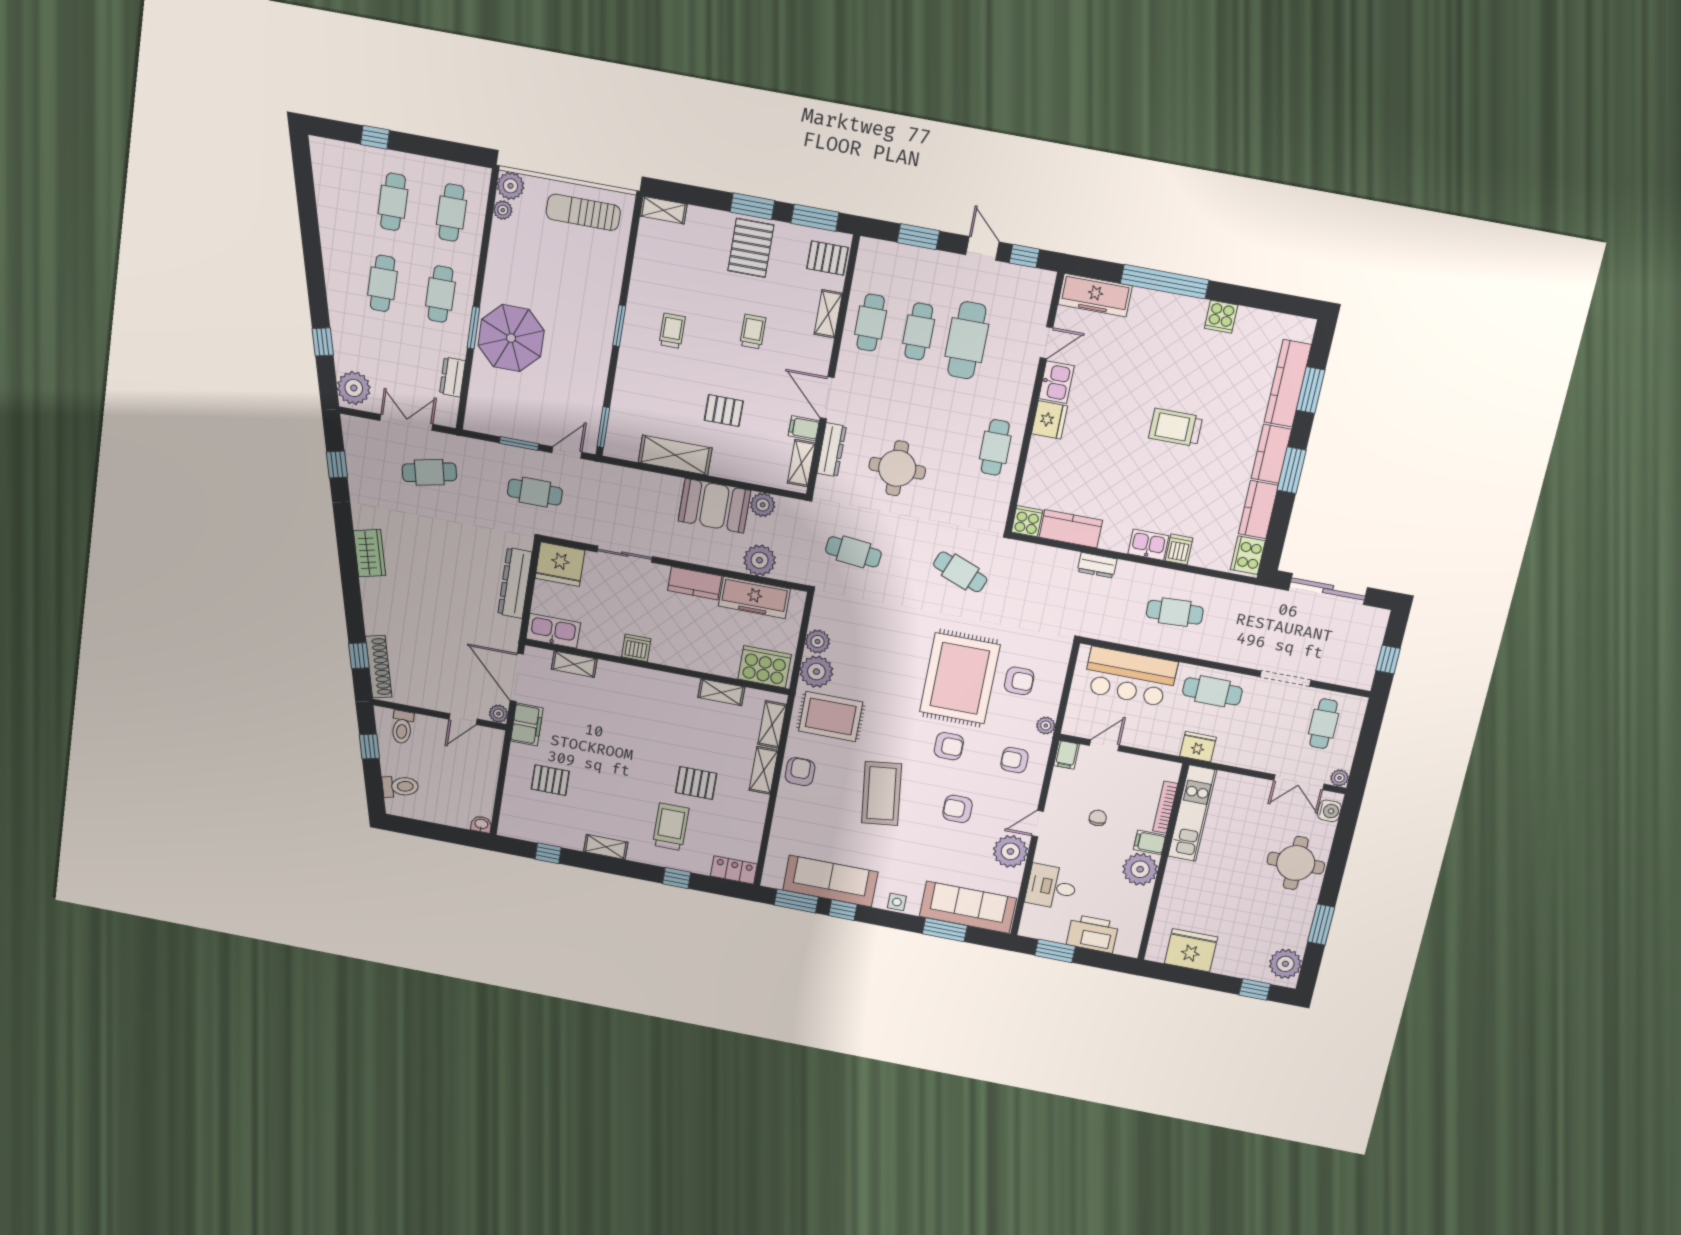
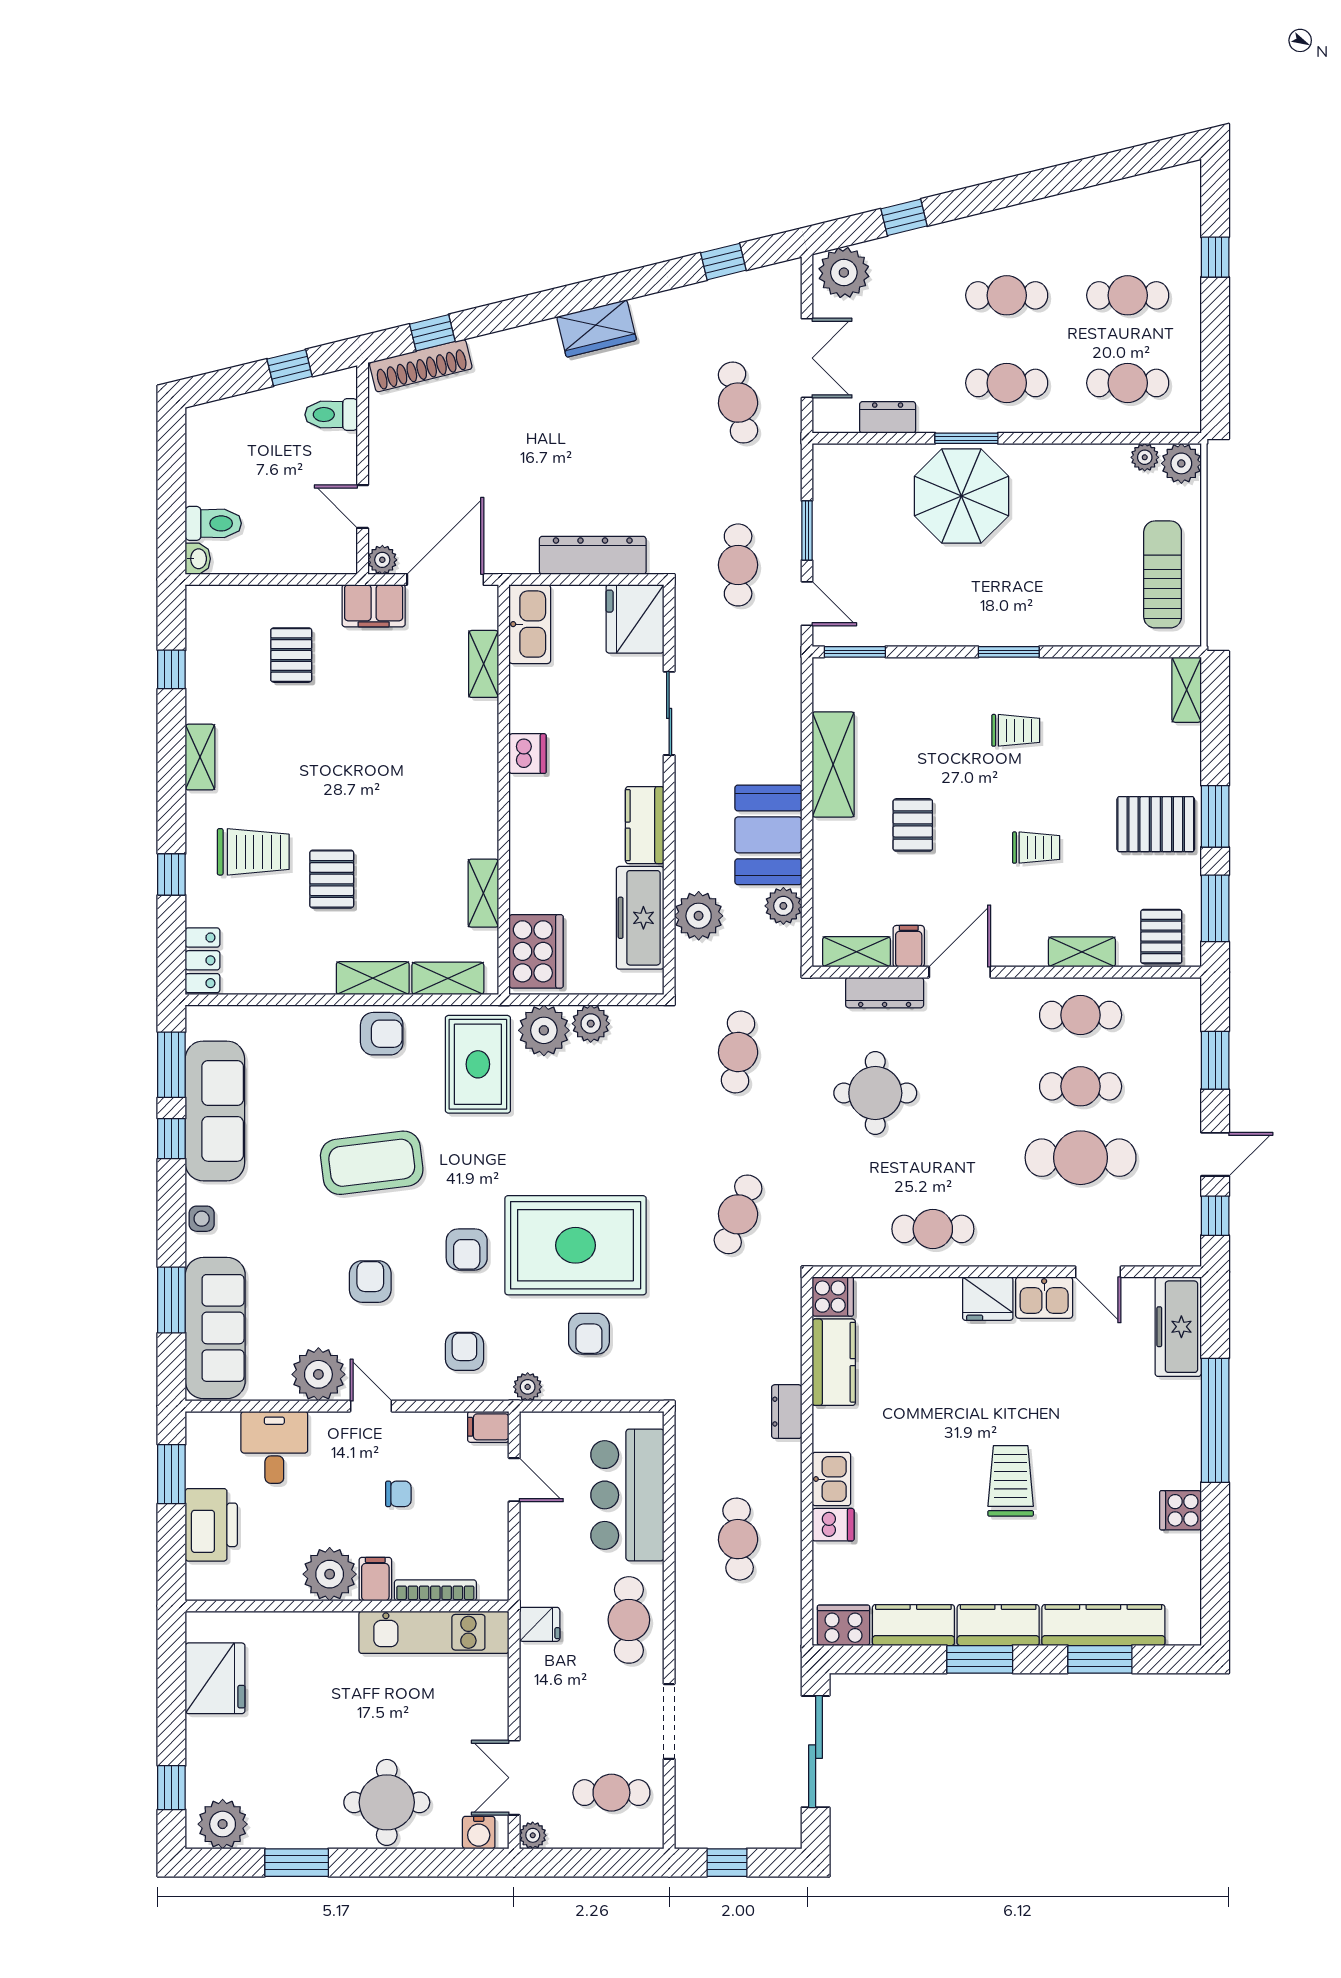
fridge: (1198, 747) -> (540, 1624), width x0.72
toilet: (400, 787) -> (213, 523), moved, turned -76

